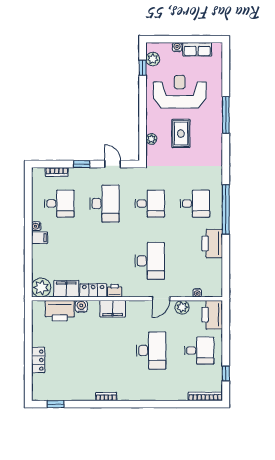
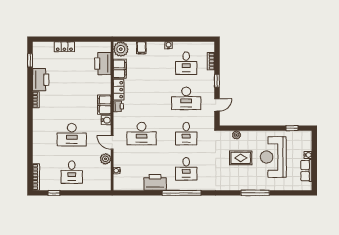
plant: (153, 59) -> (299, 136), removed
reception desk: (180, 92) -> (273, 157), turned 180
filing cabinet: (40, 238) -> (141, 48), moved
water cooler: (81, 306) -> (106, 120), moved
printer: (212, 315) -> (41, 80), moved, turned 90

